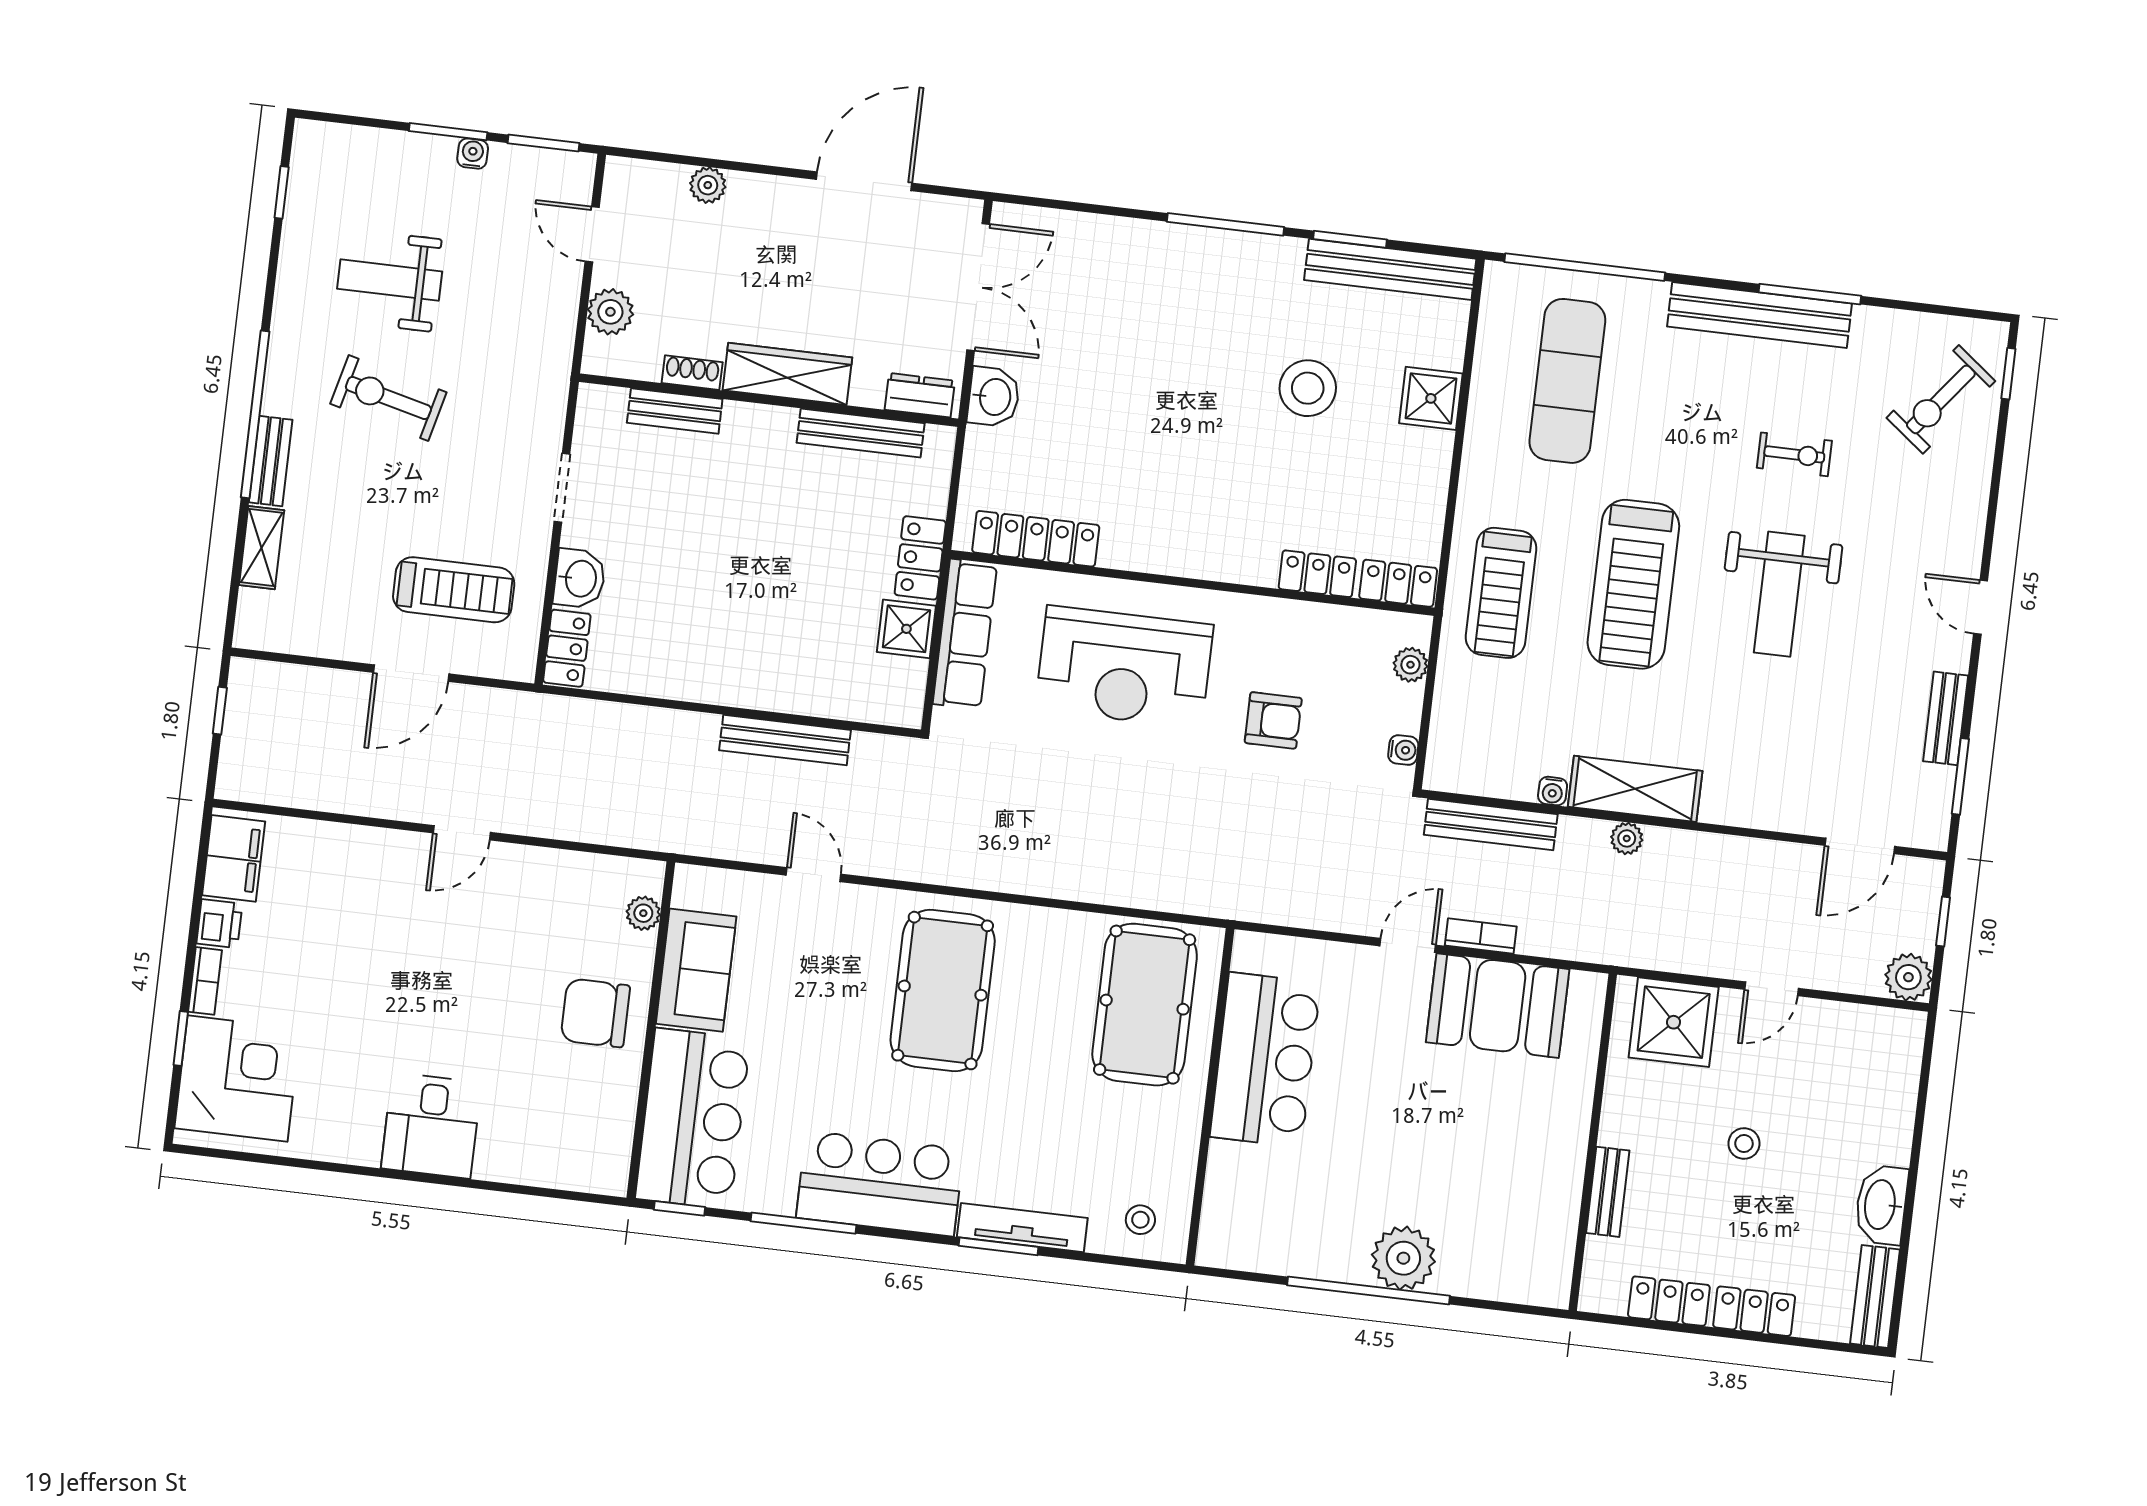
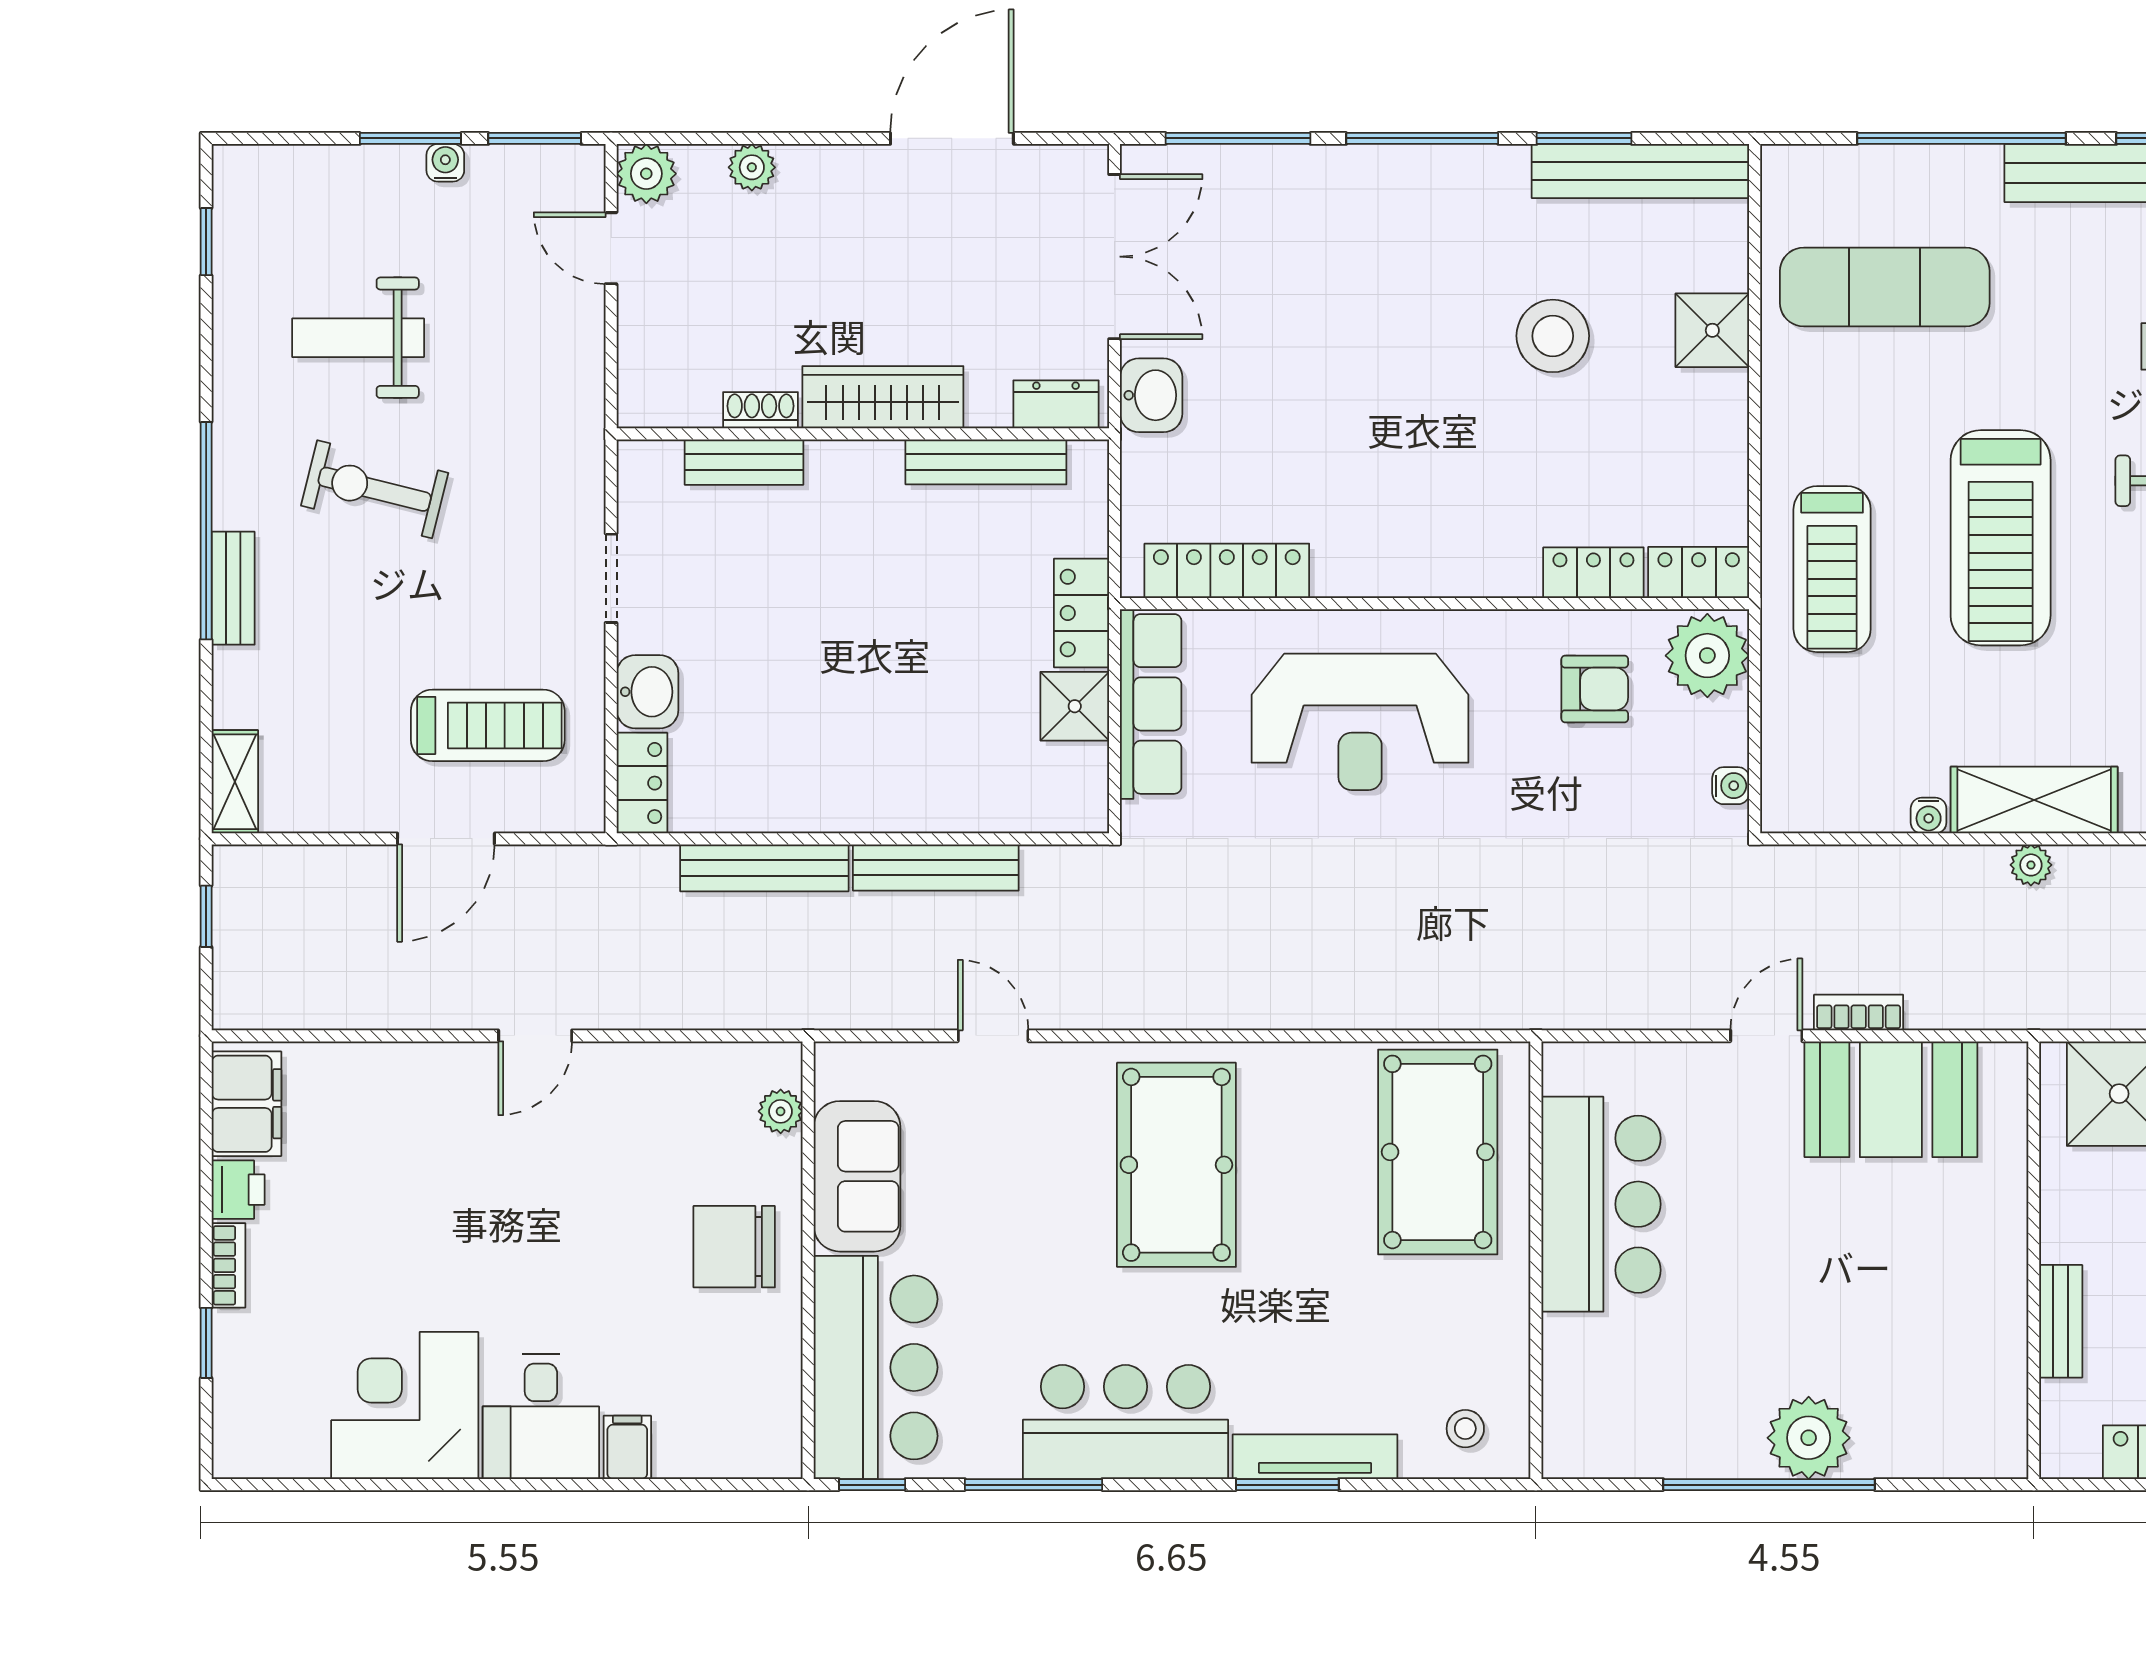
window: (1084, 207) -> (1238, 138), added
window: (1585, 267) -> (1962, 138), moved
plant: (610, 312) -> (646, 174), moved
exercise mat: (1567, 381) -> (1885, 287), turned 90
shelving: (262, 548) -> (235, 782), moved
plant: (1410, 665) -> (1707, 656), width x1.88, depth x1.88
armchair: (1273, 720) -> (1595, 689), moved
bench: (1491, 824) -> (764, 868), moved
corner desk: (238, 1078) -> (405, 1405), moved, turned -90
filing cabinet: (495, 1157) -> (627, 1447), added

